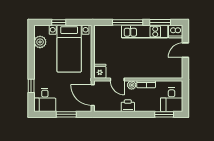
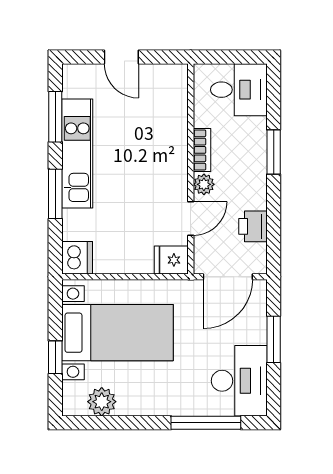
window: (128, 22) -> (55, 194), width x0.69
dishwasher: (175, 32) -> (77, 258), moved
window: (31, 86) -> (206, 423), width x2.17
desk: (45, 100) -> (239, 381), width x1.37
printer: (128, 106) -> (253, 226), moved
window: (164, 114) -> (274, 152), moved

